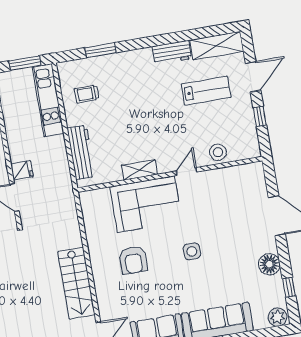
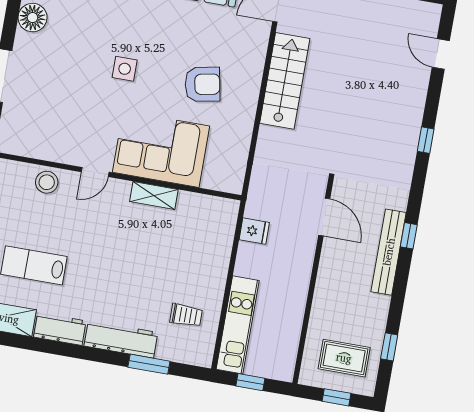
window: (25, 63) -> (250, 382), width x0.67
workbench: (81, 152) -> (121, 339), moved, turned 90
fridge: (22, 170) -> (254, 231), moved, turned 180
armchair: (133, 260) -> (203, 84), turned 79

